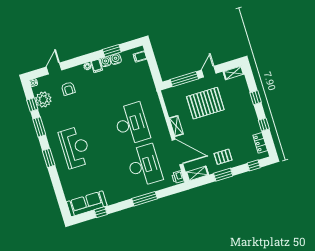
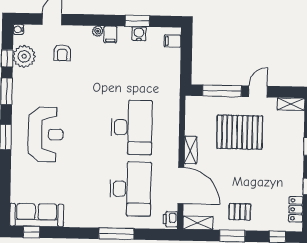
water cooler: (106, 62) -> (124, 33), removed
window: (101, 212) -> (31, 232), moved

